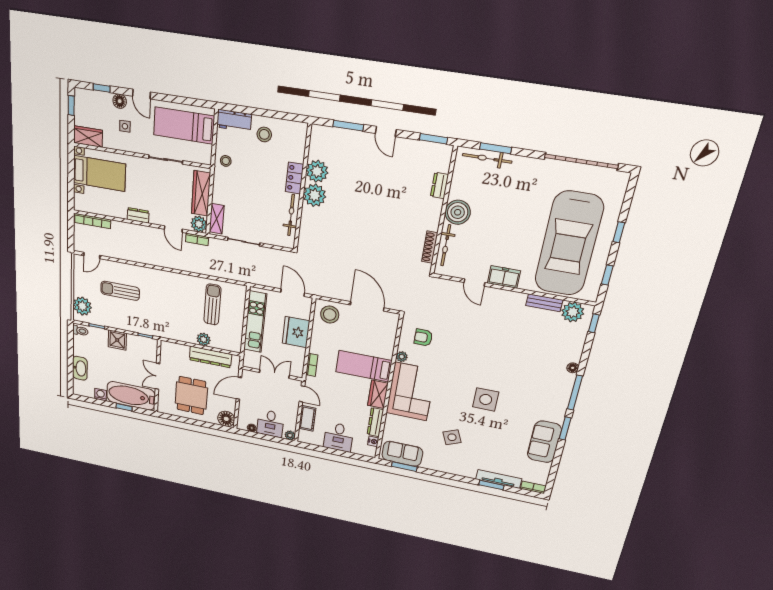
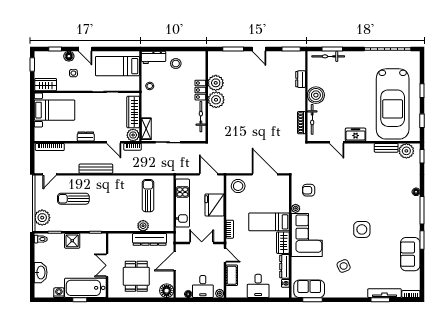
bench: (149, 259) -> (96, 169), added

